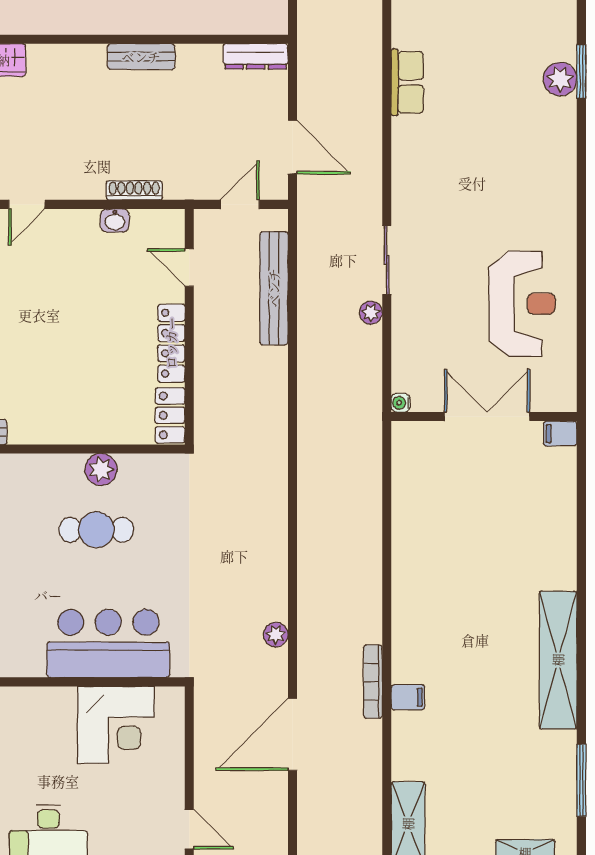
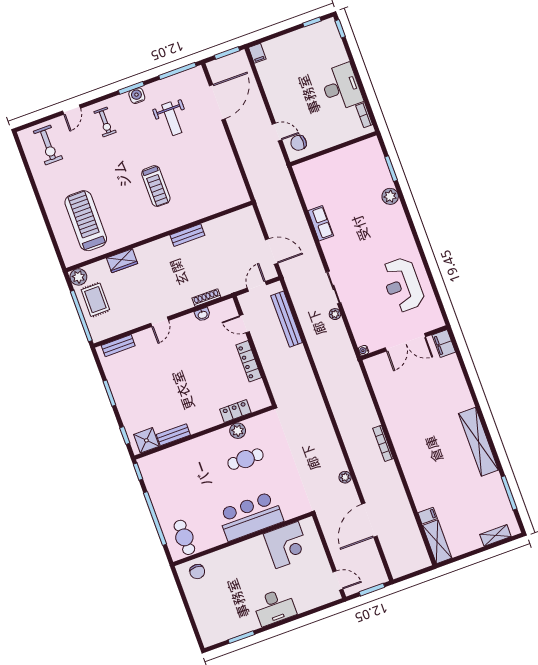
dresser: (256, 56) -> (240, 216), removed
plant: (560, 79) -> (390, 196), moved
row of seats: (407, 82) -> (321, 223), moved
reception desk: (522, 304) -> (403, 285), turned 180
locker: (170, 415) -> (235, 411), moved, turned 90
double door: (487, 417) -> (405, 342), swing flipped
filing cabinet: (560, 433) -> (444, 344), width x2.00
bar counter: (108, 643) -> (250, 516), moved
bookcase: (373, 682) -> (383, 443), moved
filing cabinet: (408, 697) -> (428, 516), moved

